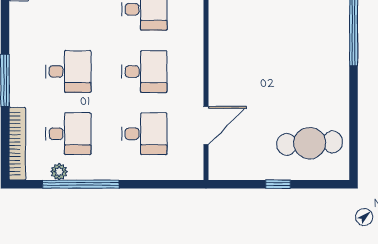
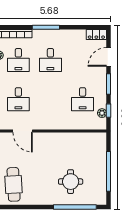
round table: (304, 32) -> (71, 182), added
desk: (144, 72) -> (50, 99), removed

